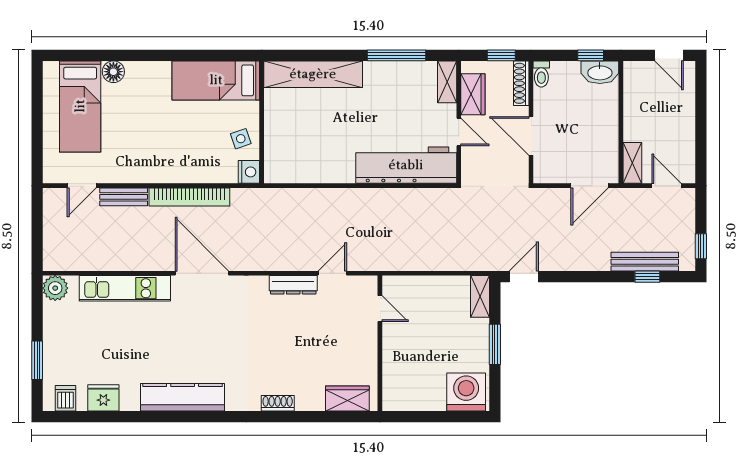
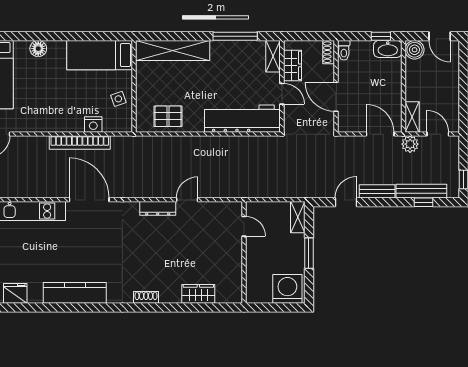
window: (501, 55) -> (314, 36), removed
floor lamp: (113, 72) -> (38, 49), moved
boiler: (636, 73) -> (415, 50), added
shoe rack: (521, 83) -> (329, 52), width x0.70
pallet: (307, 162) -> (168, 116), added
nightstand: (249, 172) -> (93, 124), moved, turned 90
door: (590, 186) -> (380, 134), swing flipped
bench: (124, 197) -> (377, 191), moved
plant: (630, 199) -> (410, 144), added
door: (524, 277) -> (346, 202), moved
door: (380, 309) -> (244, 226), moved
wall: (380, 343) -> (244, 252), moved

